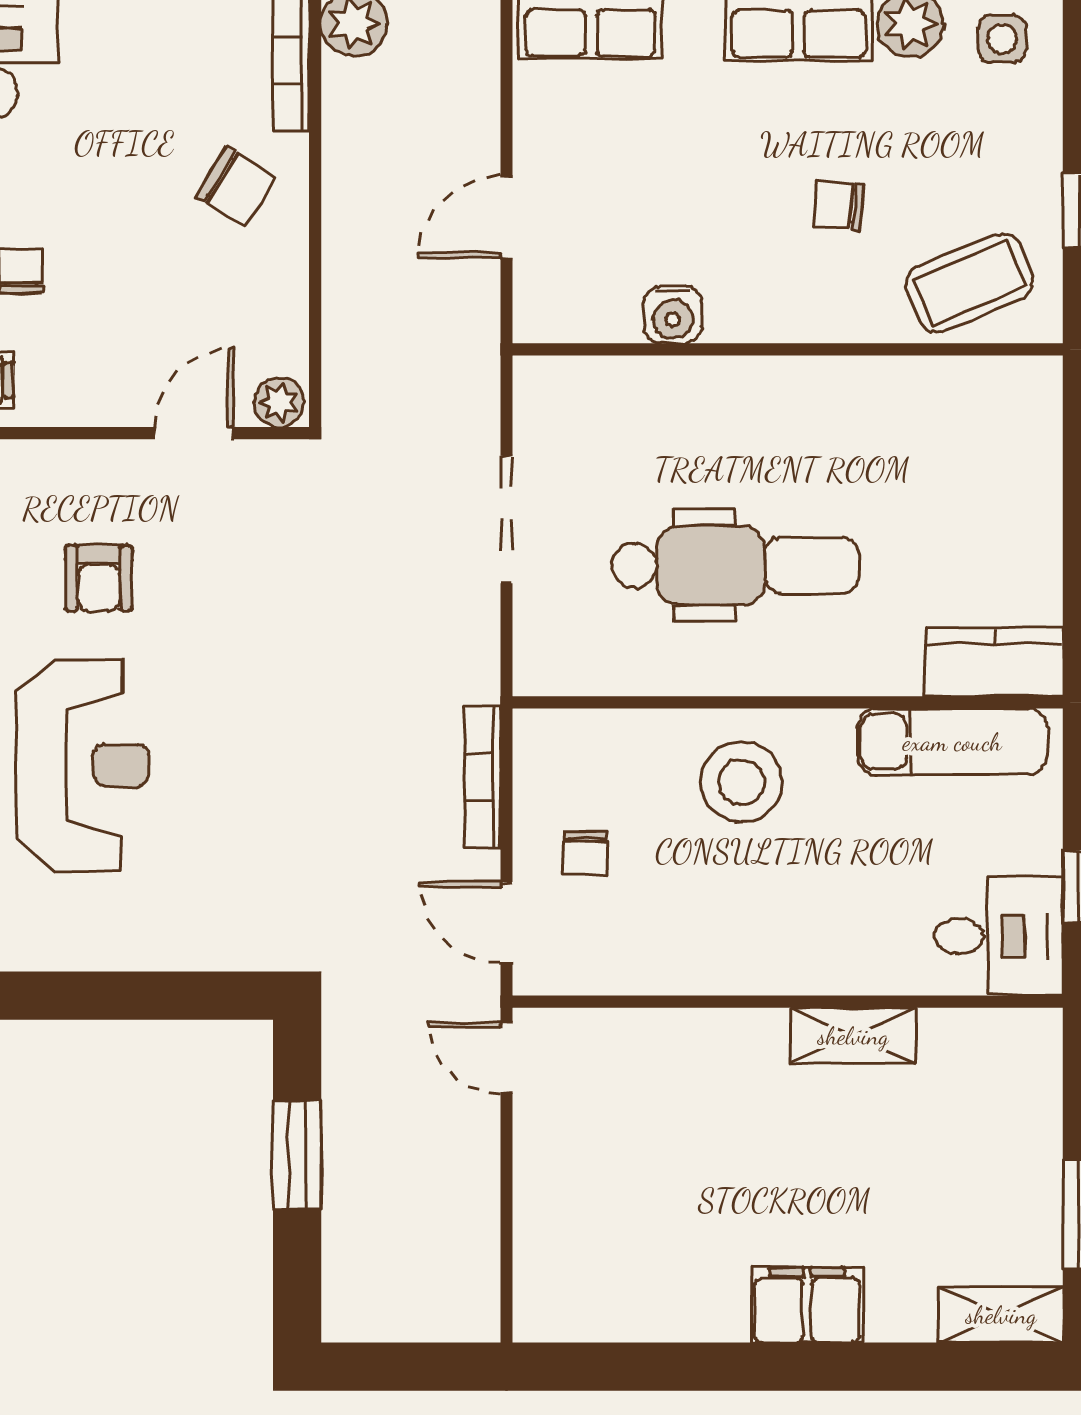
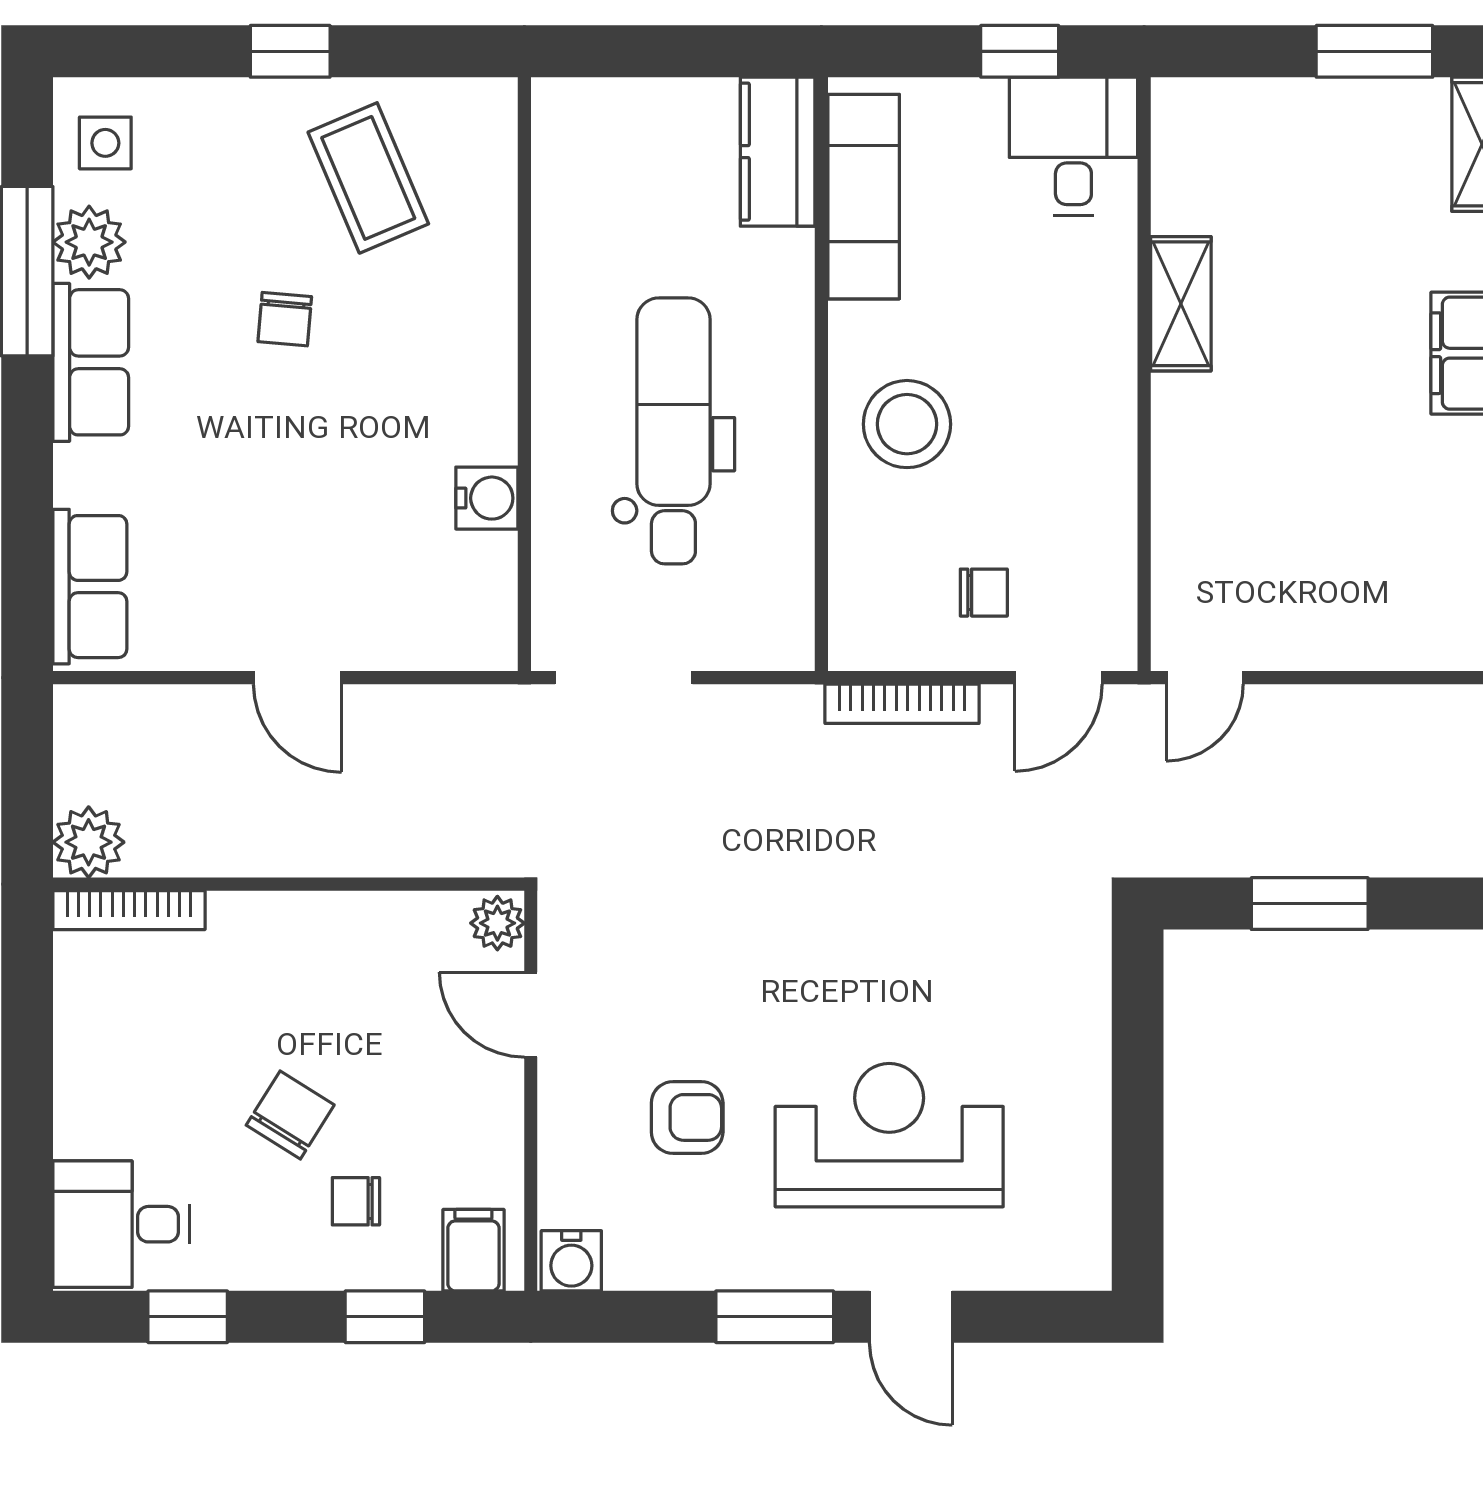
chair: (236, 187) -> (290, 1115), moved
water cooler: (673, 315) -> (487, 498), moved
wall: (788, 349) -> (524, 374), moved

